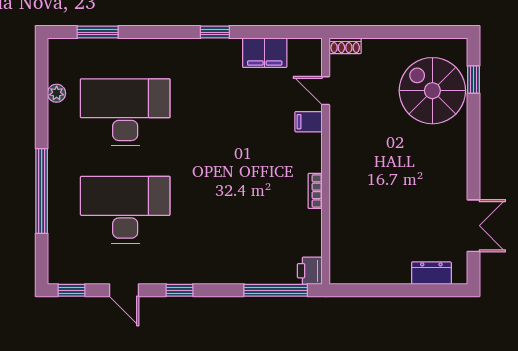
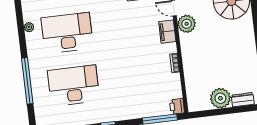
filing cabinet: (309, 122) -> (167, 32), width x2.00
plant: (345, 122) -> (187, 24), added
plant: (391, 266) -> (220, 98), added

